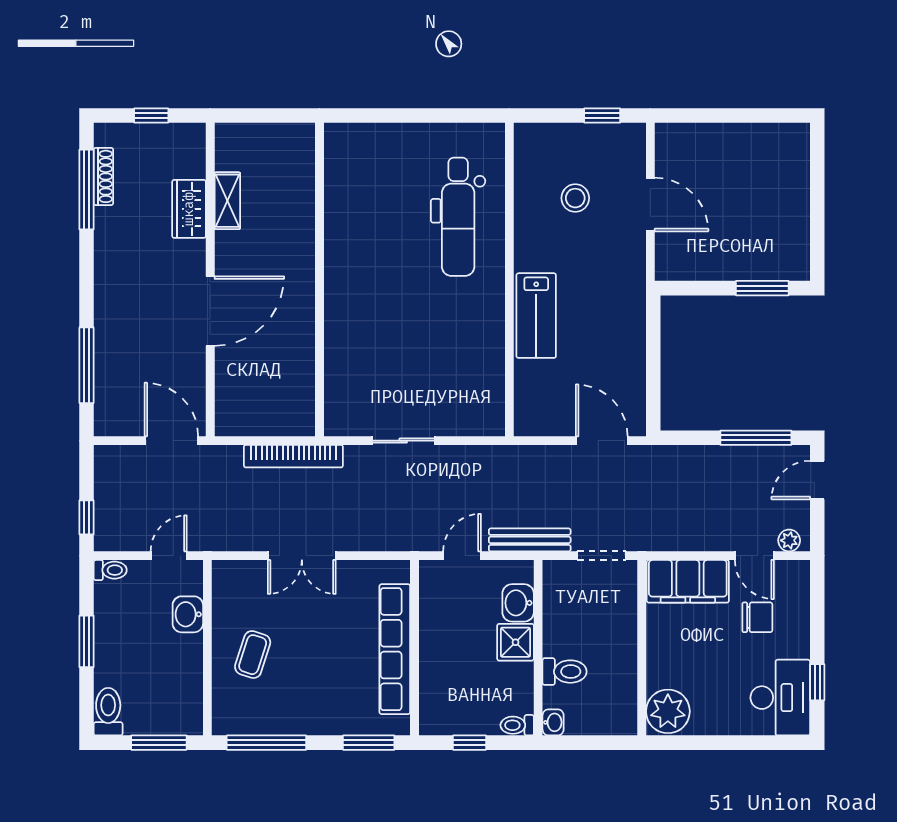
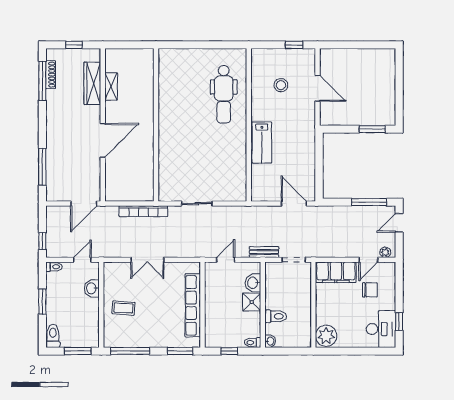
wardrobe: (189, 209) -> (92, 83), width x1.50
door: (171, 441) -> (84, 204), swing flipped
bench: (530, 540) -> (264, 252), width x0.73
door: (754, 556) -> (368, 260), hinge flipped
coffee table: (253, 655) -> (123, 308), turned 76

